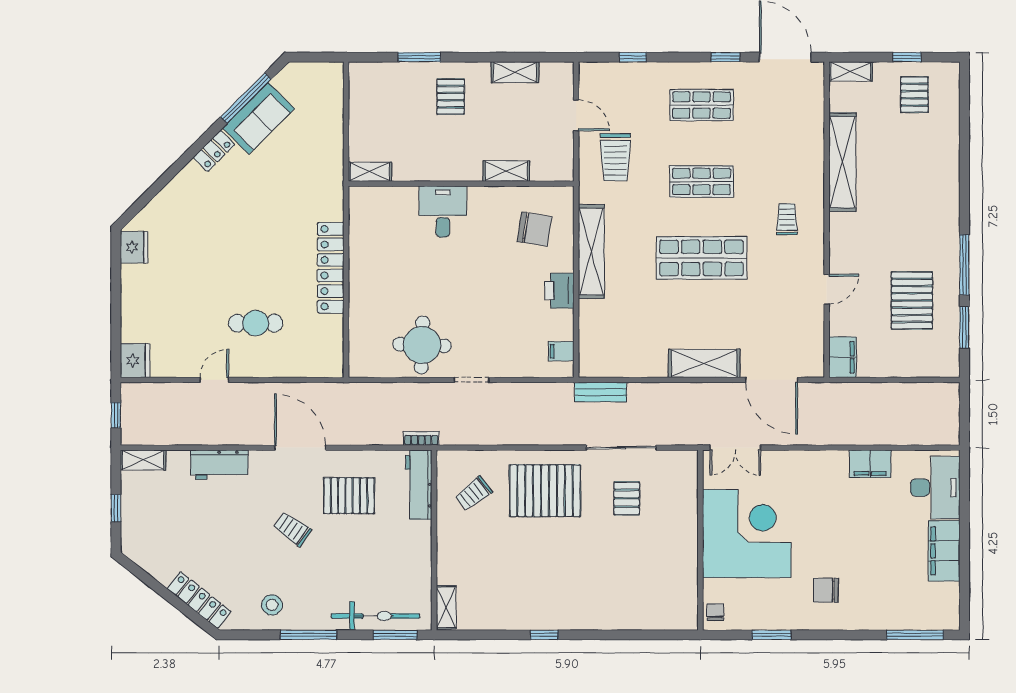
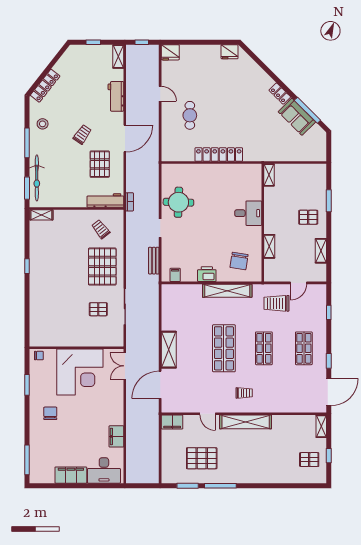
shelving: (842, 162) -> (246, 422), moved
bench: (601, 392) -> (154, 261), moved

